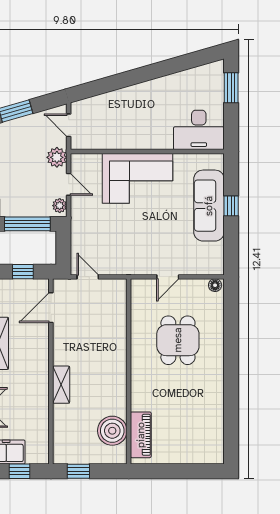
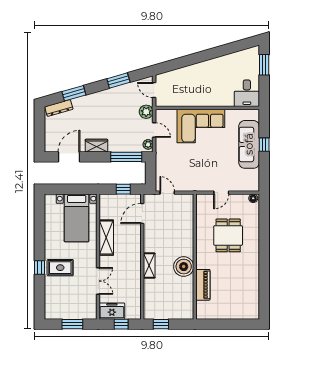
desk: (199, 130) -> (247, 93), width x0.73
boiler: (112, 431) -> (184, 267), moved
piano: (141, 435) -> (203, 285), moved

